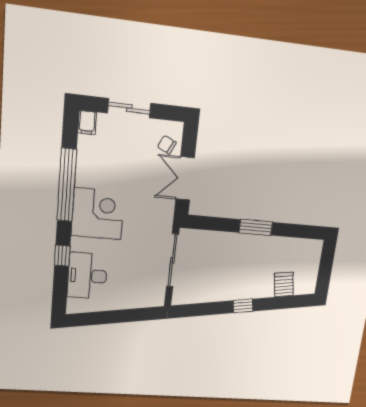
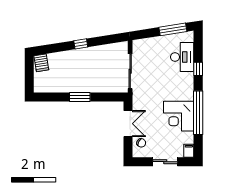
corner desk: (98, 214) -> (179, 116), moved
server rack: (284, 284) -> (41, 63), moved
window: (99, 318) -> (173, 29), added

